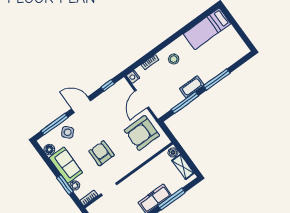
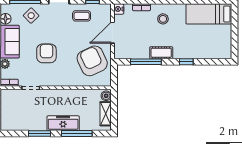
window: (217, 80) -> (186, 62), width x0.46
coffee table: (108, 104) -> (82, 16), added
armchair: (142, 133) -> (92, 61), turned 65

